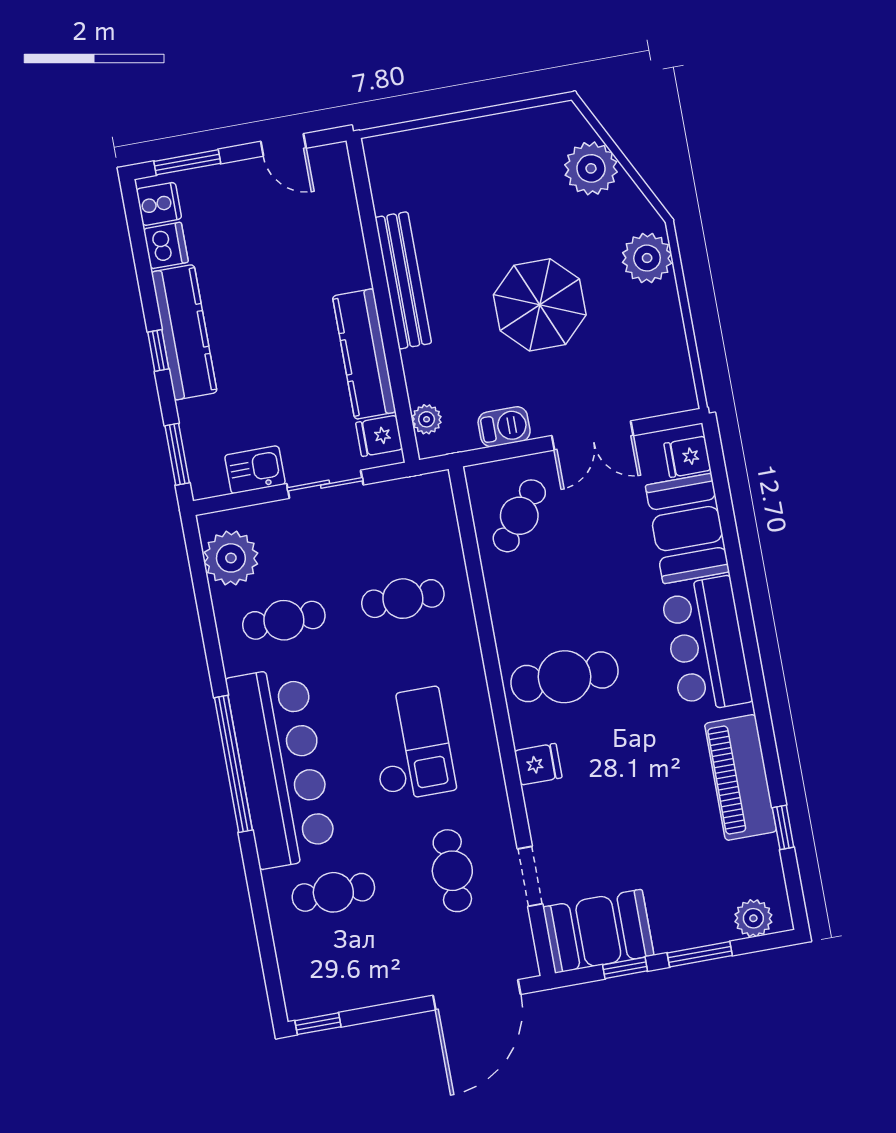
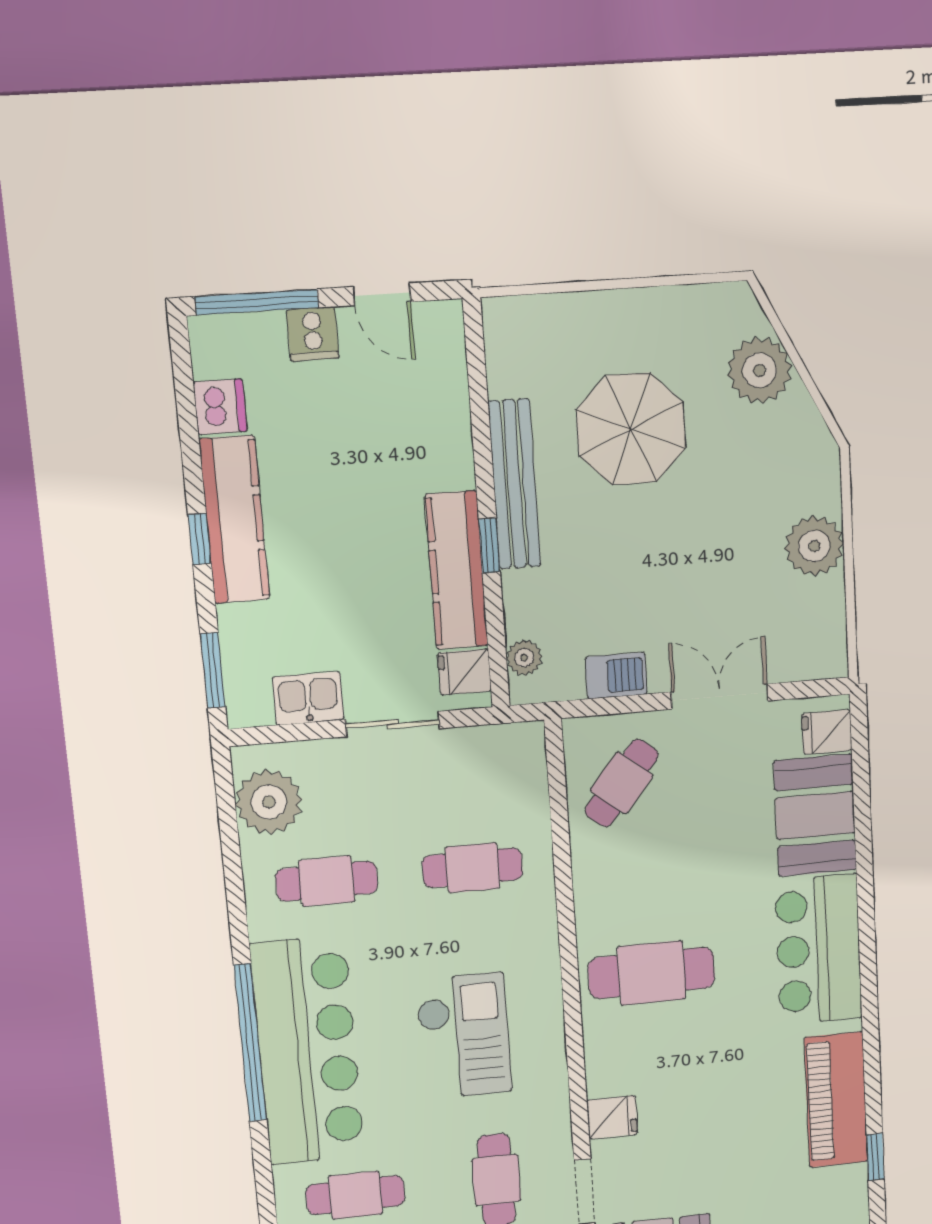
window: (187, 162) -> (257, 302), width x1.44
cooker: (159, 204) -> (313, 334), moved, turned 90
plant: (647, 258) -> (814, 546), moved
parasol: (540, 305) -> (631, 429), moved
window: (388, 331) -> (489, 546), added
double door: (593, 436) -> (720, 696), swing flipped
fridge: (538, 764) -> (612, 1117), moved

